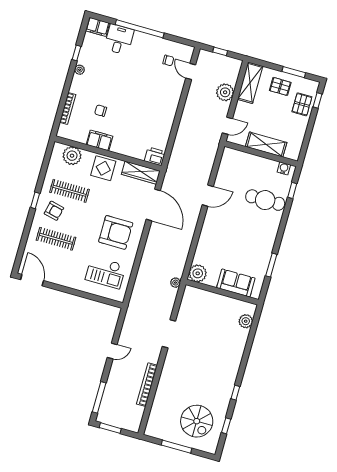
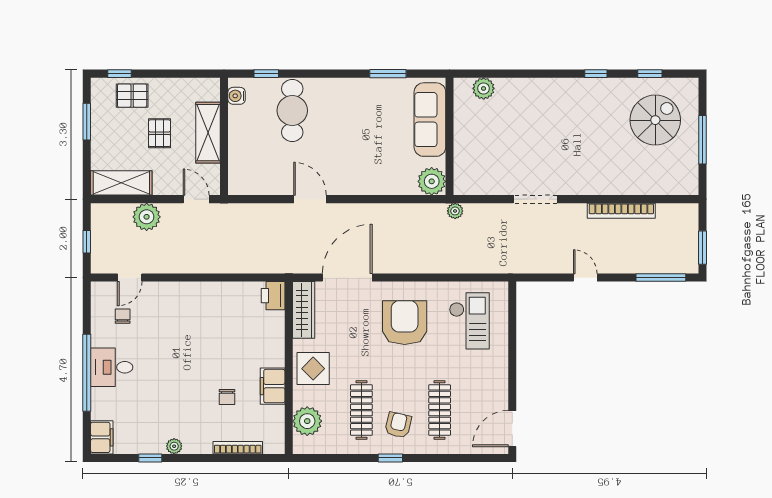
desk: (119, 39) -> (112, 367), moved
pallet: (280, 86) -> (159, 133), moved
sofa: (236, 283) -> (430, 120), width x1.36

